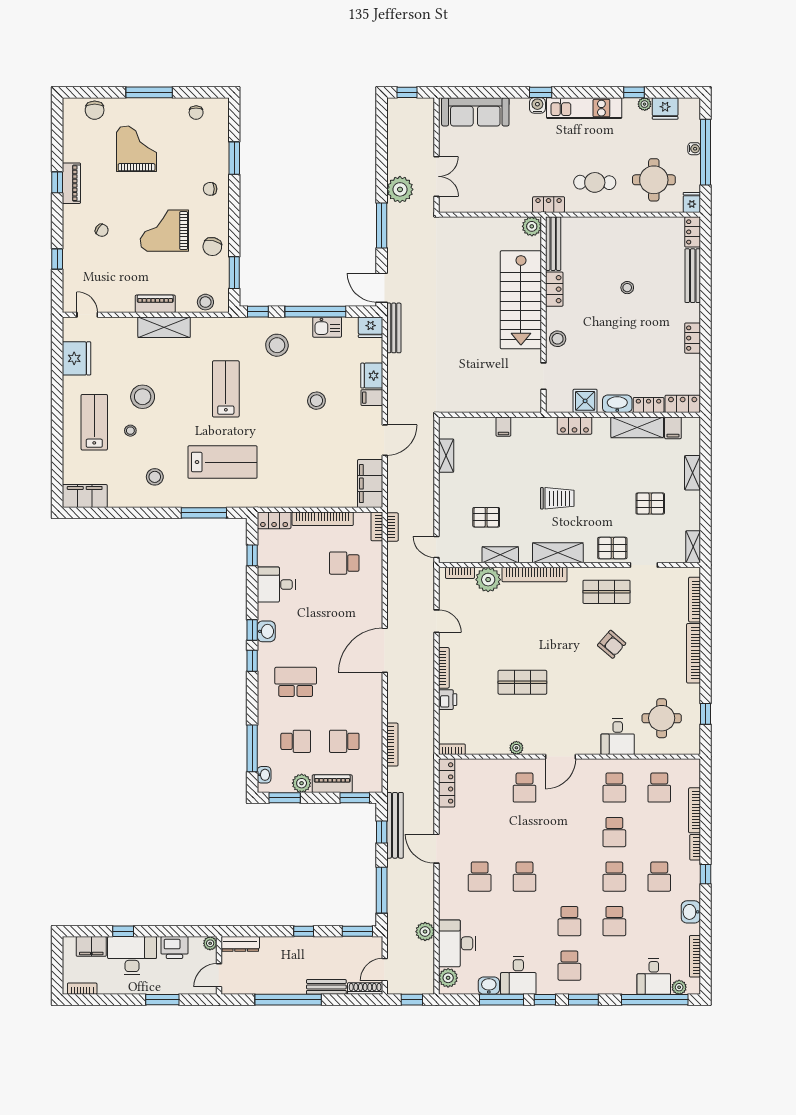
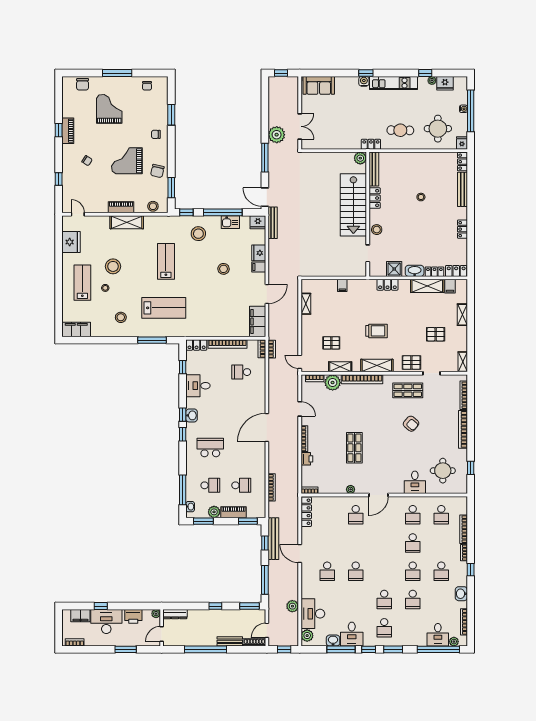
sofa: (475, 112) -> (319, 85), width x0.73
shop shelf: (522, 682) -> (354, 448), turned 90
school desk: (344, 741) -> (241, 485), turned 180

